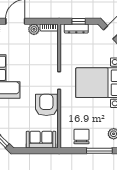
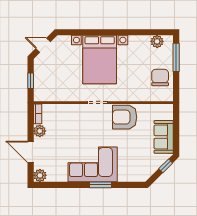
dresser: (76, 29) -> (39, 83), removed
chair: (81, 136) -> (160, 78), turned 90
sofa: (41, 140) -> (164, 137), moved

